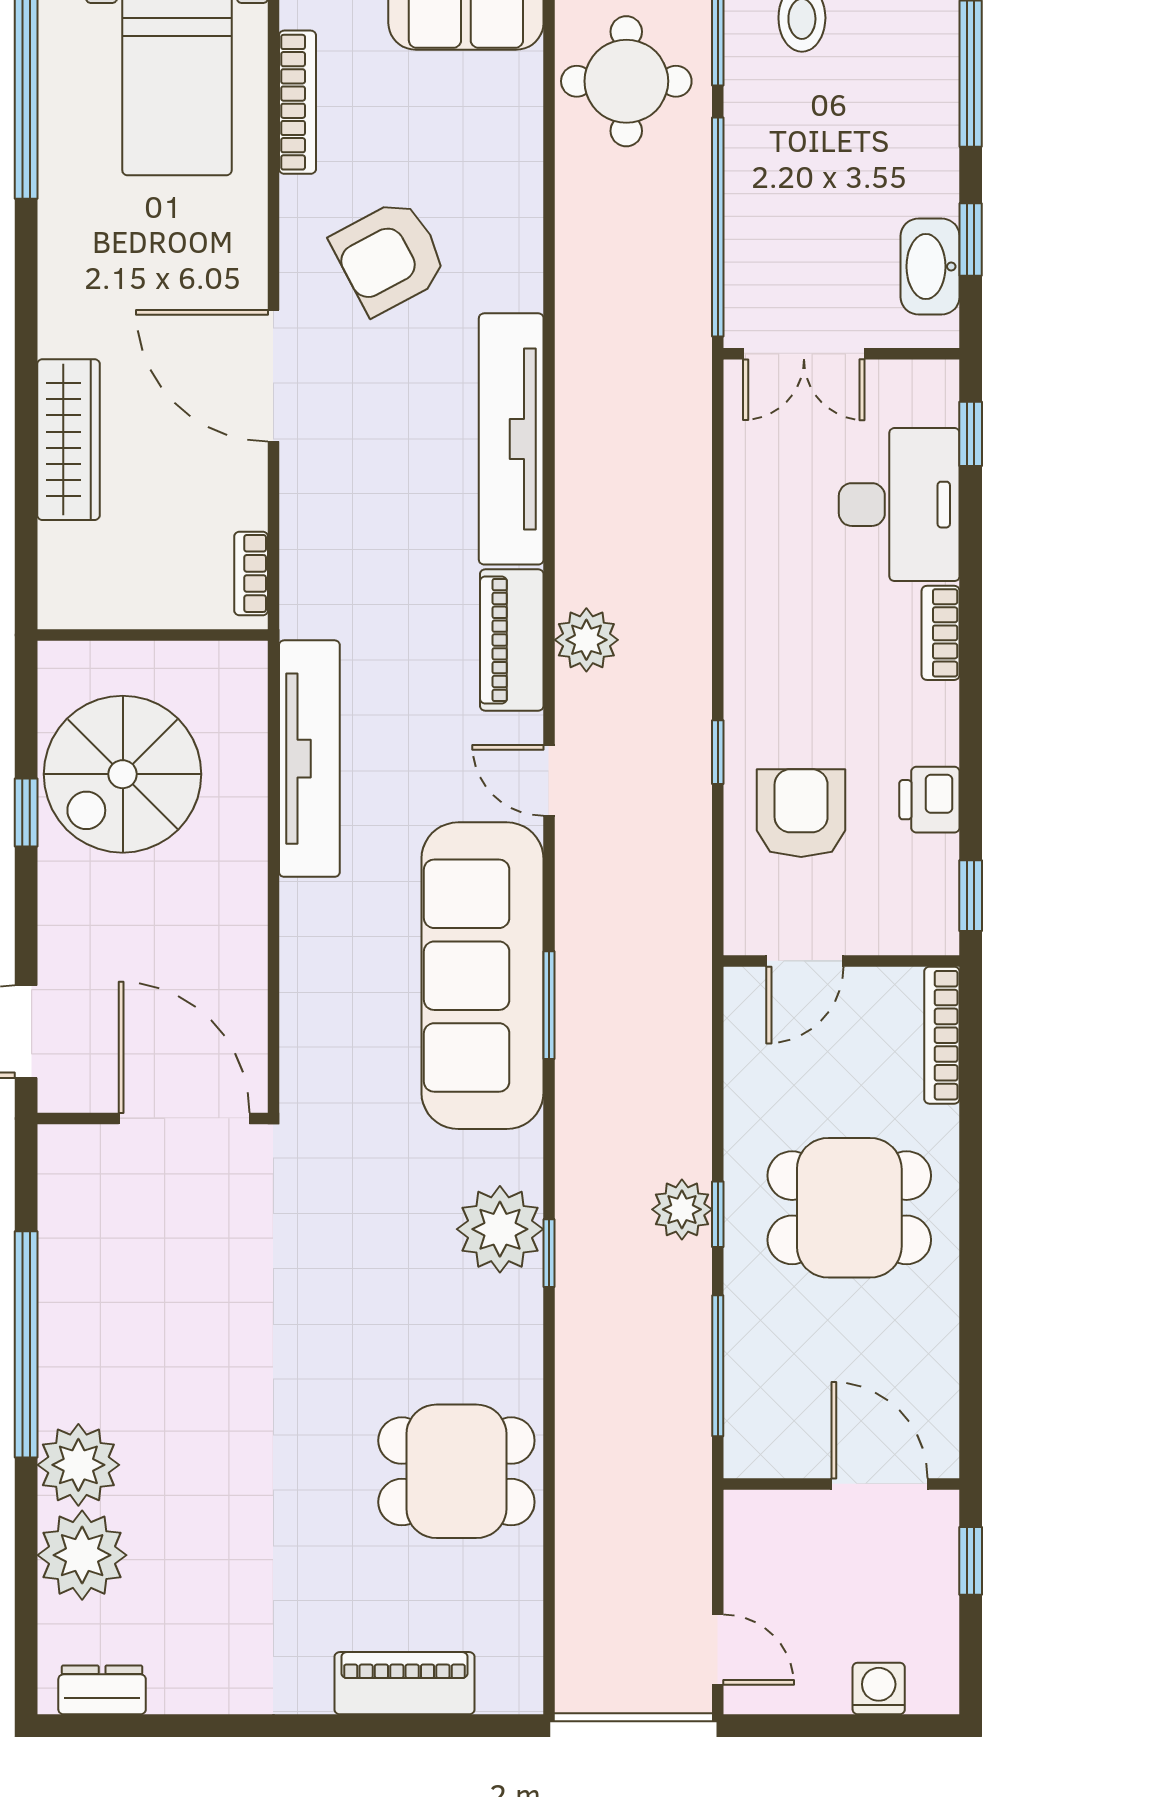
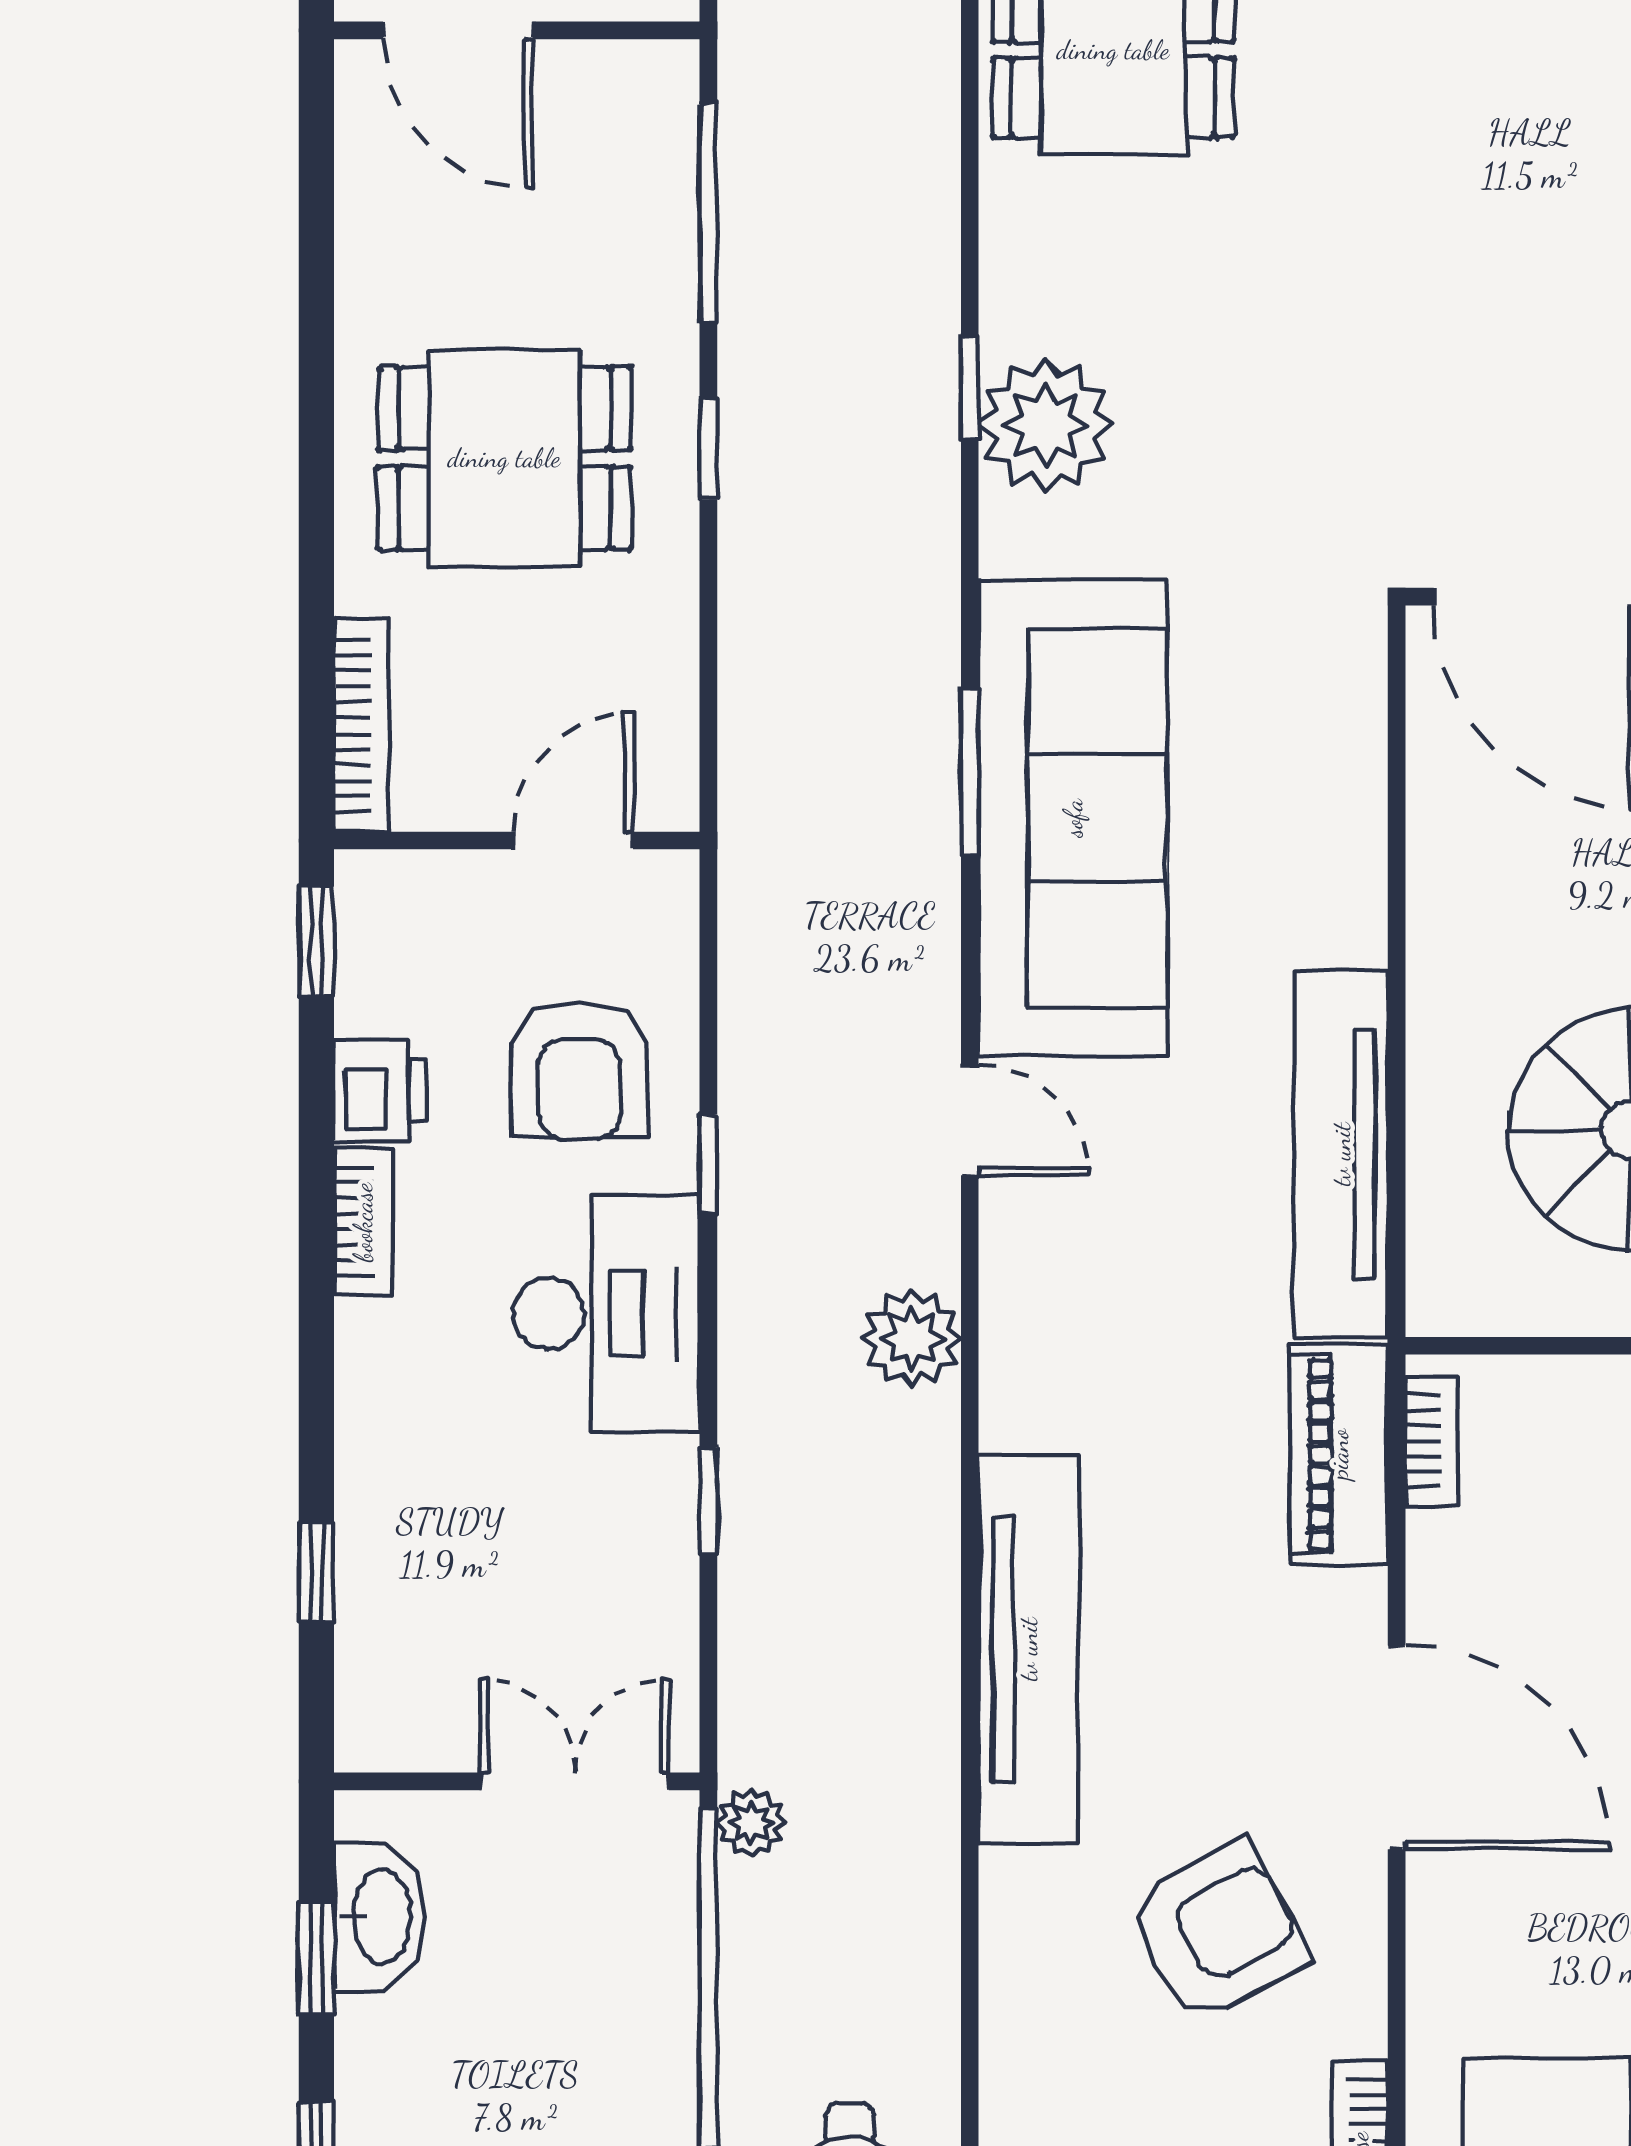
window: (971, 434) -> (316, 1572), moved
desk: (899, 505) -> (606, 1313), moved, turned 180
window: (718, 535) -> (708, 1500), added
bookcase: (941, 633) -> (363, 1222), moved
piano: (512, 640) -> (1339, 1454), moved, turned 180
plant: (682, 1209) -> (751, 1823), moved, width x0.73, depth x0.73

